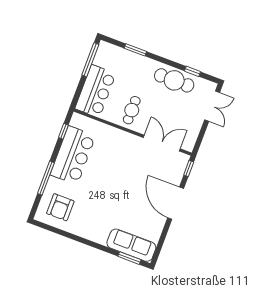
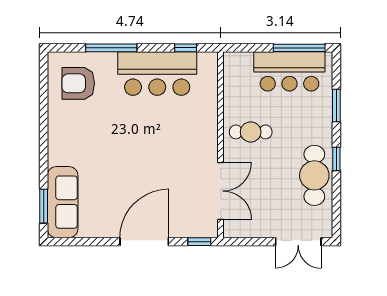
window: (193, 71) -> (336, 159), moved
bar counter: (95, 91) -> (289, 71), moved

